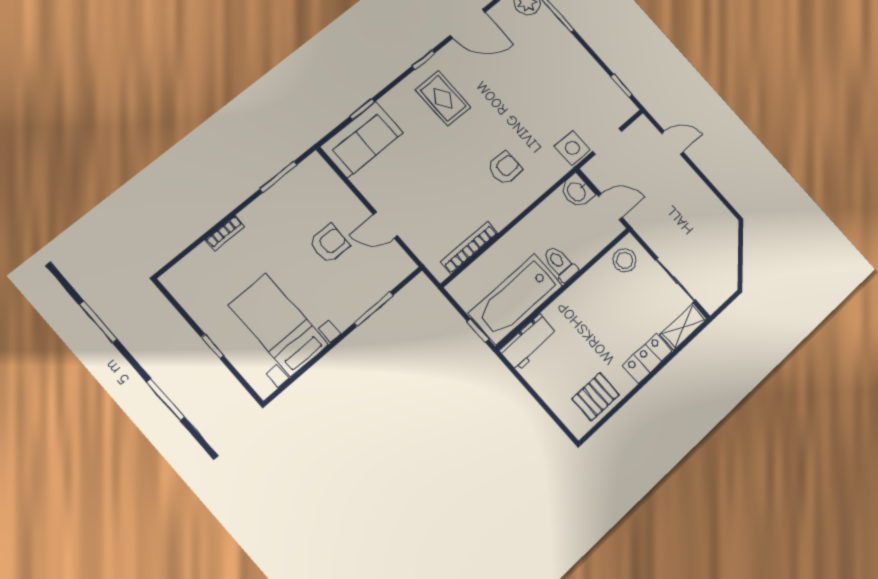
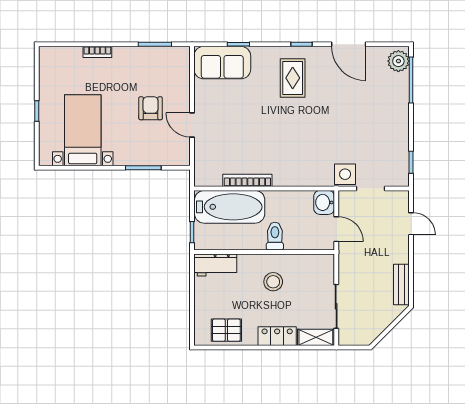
armchair: (505, 168) -> (293, 151), removed
bench: (714, 207) -> (401, 284), added
armchair: (329, 244) -> (151, 108), turned -90
bookcase: (469, 248) -> (247, 180), moved
stool: (625, 260) -> (273, 282), moved
bathtub: (516, 299) -> (230, 207), moved, turned 180

